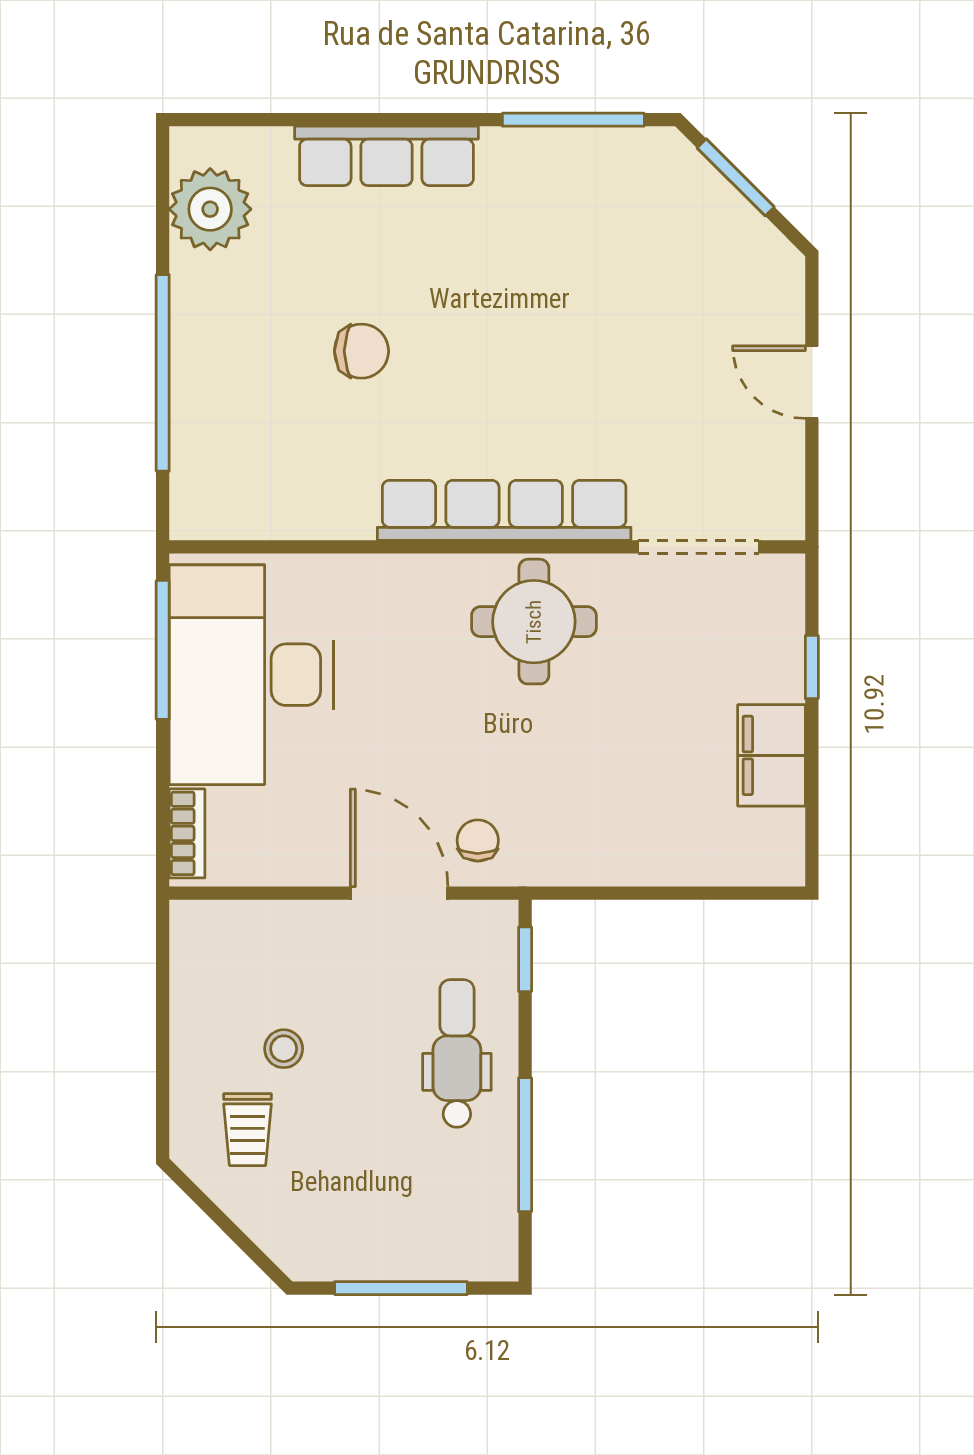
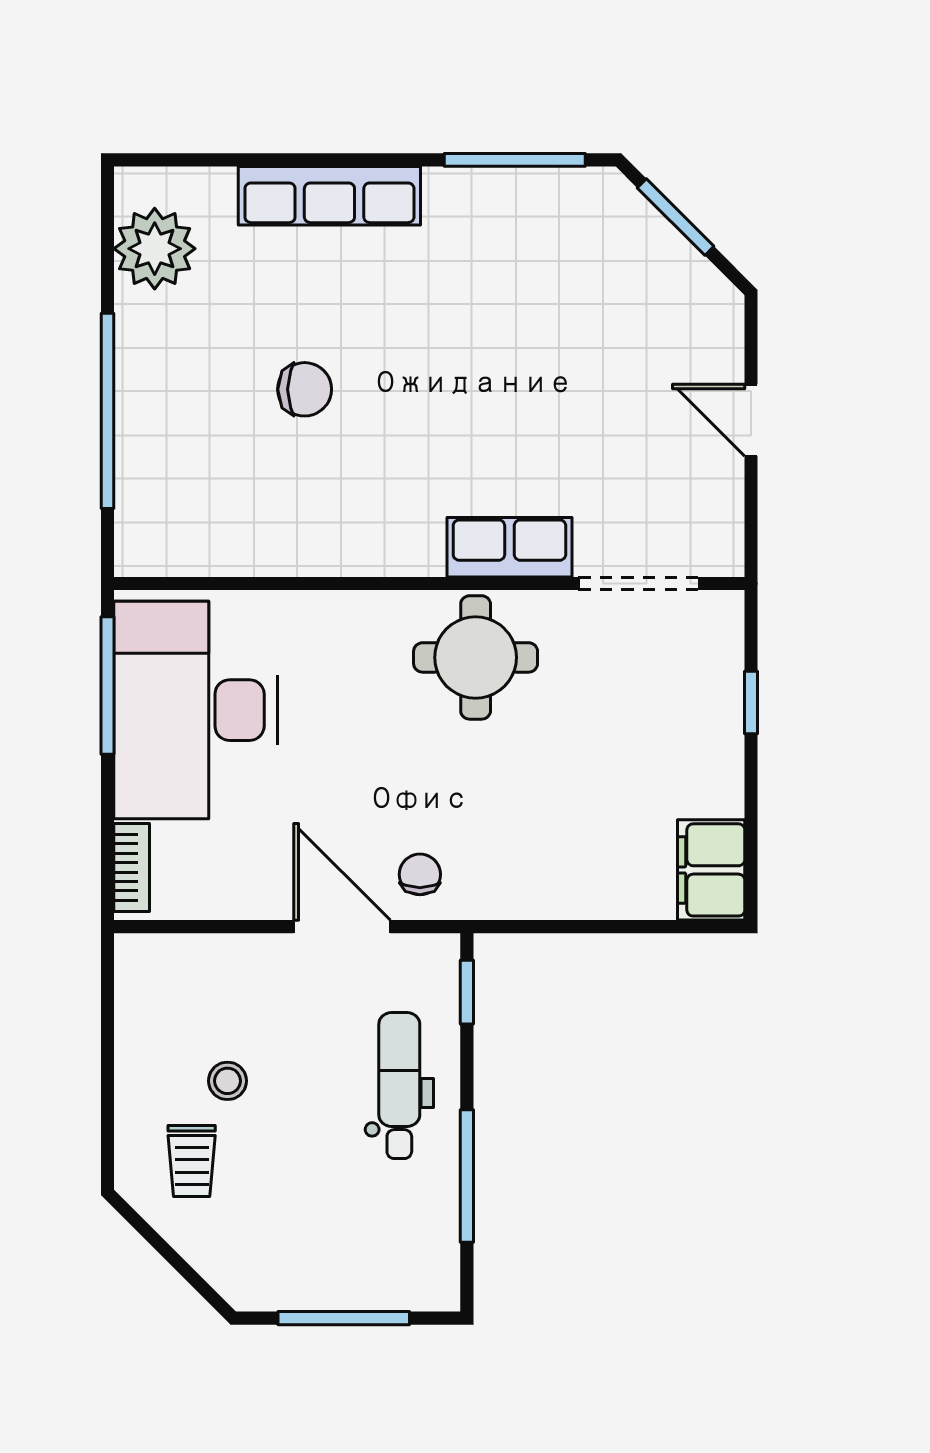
row of seats: (504, 510) -> (509, 547), width x0.50
filing cabinet: (771, 755) -> (711, 870), moved

